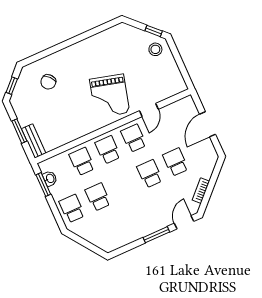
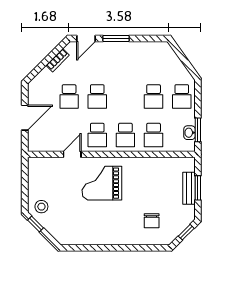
chair: (48, 82) -> (152, 221), turned 131
grand piano: (110, 96) -> (102, 183), turned -105
bench: (34, 141) -> (189, 188), moved

